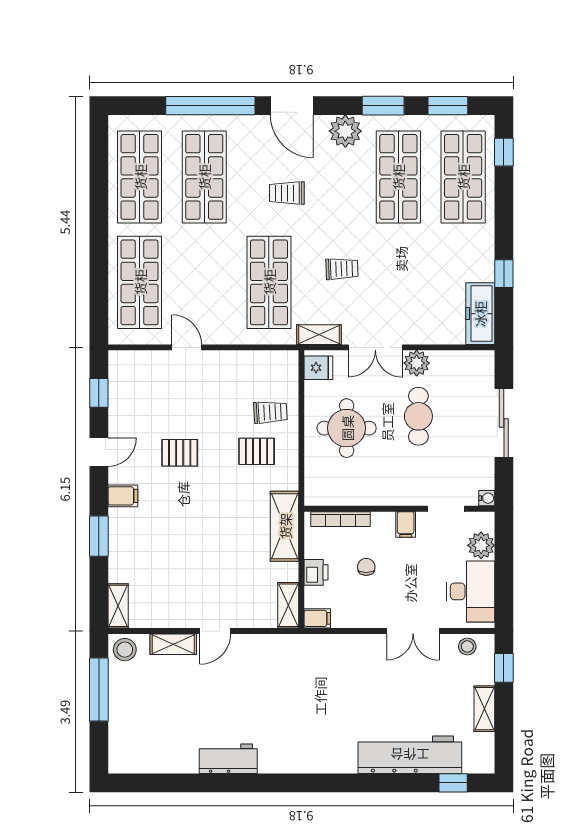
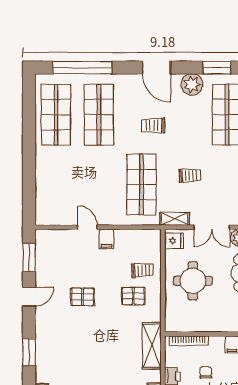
window: (210, 106) -> (82, 68), moved
shop shelf: (140, 282) -> (56, 184), removed
window: (99, 393) -> (29, 257), width x1.50
filing cabinet: (123, 496) -> (106, 239), moved, turned 90

